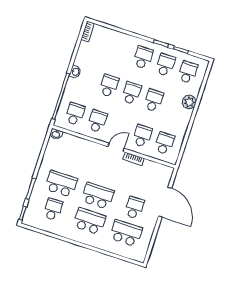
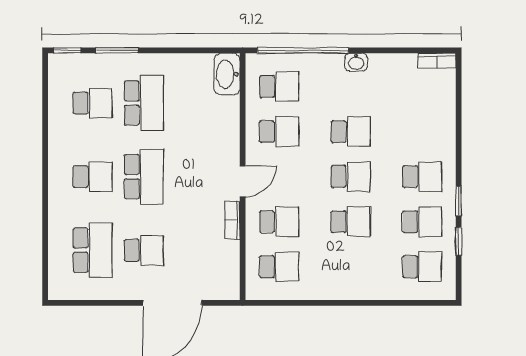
plant: (189, 102) -> (369, 287), removed
washbasin: (56, 134) -> (227, 74), width x1.91, depth x1.45
door: (116, 147) -> (243, 181), hinge flipped
school desk: (89, 221) -> (93, 177), width x0.54

